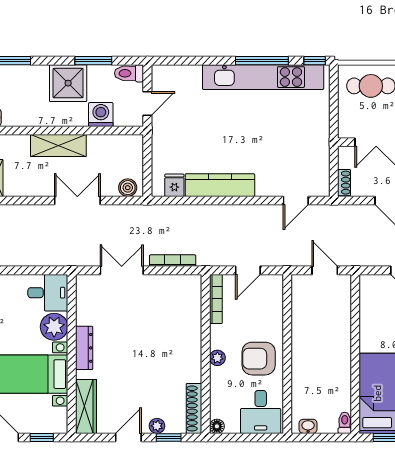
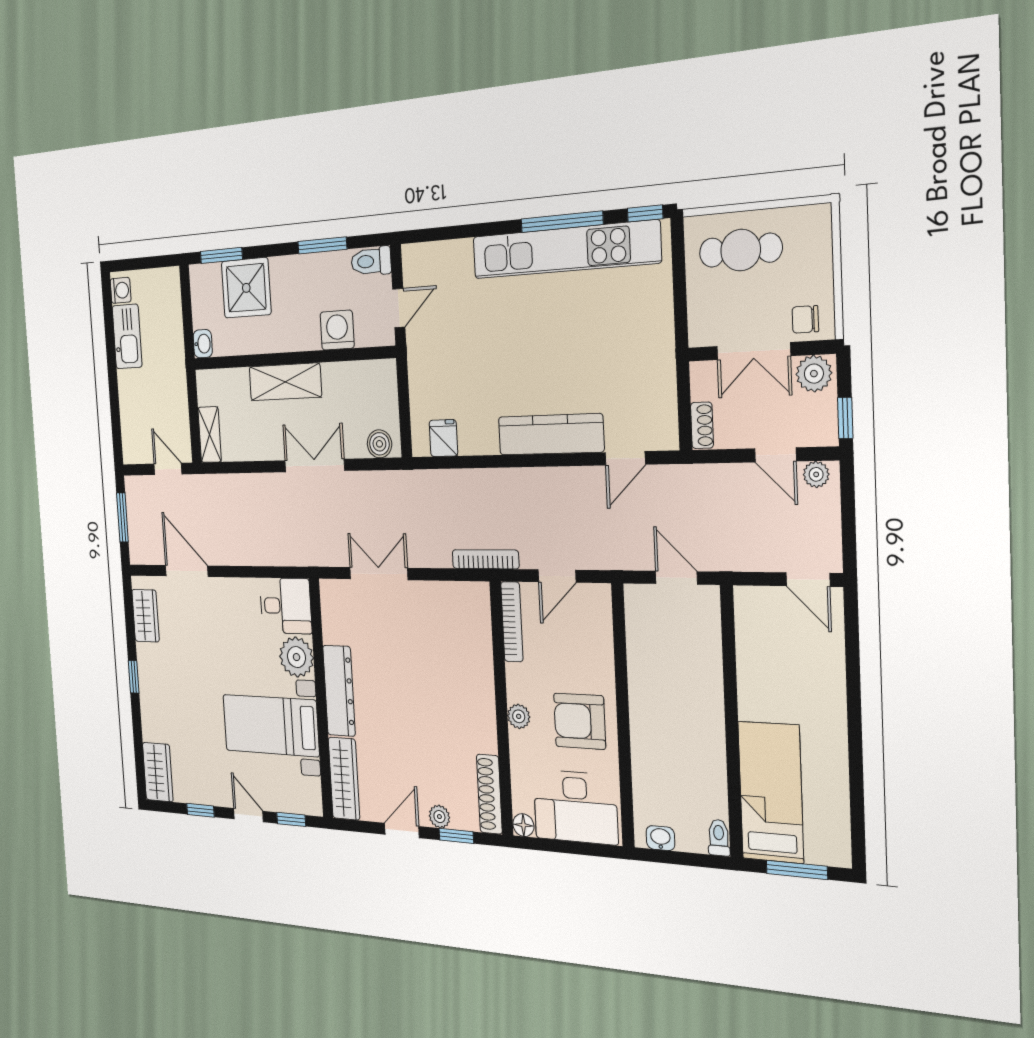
shower: (68, 83) -> (246, 288), moved
kitchen counter: (220, 185) -> (551, 434), moved
bookcase: (173, 261) -> (485, 559), moved
dresser: (84, 348) -> (339, 691), width x1.37, depth x1.24
desk: (261, 412) -> (575, 807), width x1.37

